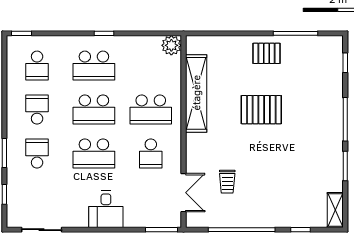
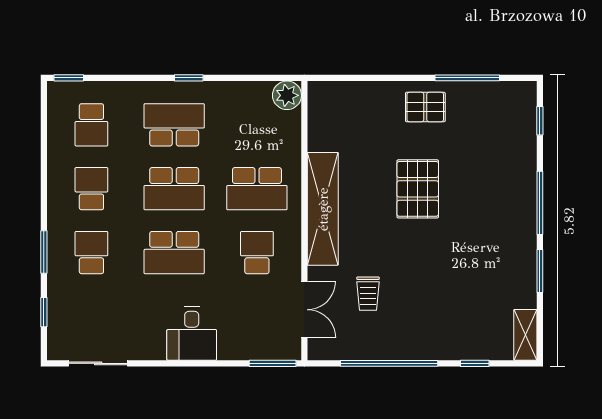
school desk: (94, 66) -> (174, 125), turned 180
shelving: (196, 93) -> (323, 209), moved
pallet: (261, 110) -> (418, 189), turned 90
school desk: (151, 153) -> (257, 253), turned 180

